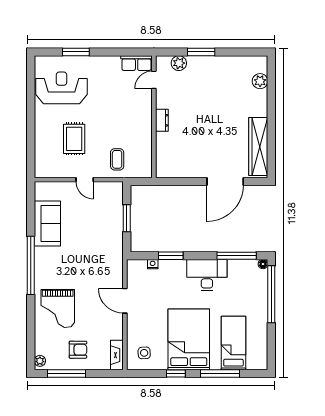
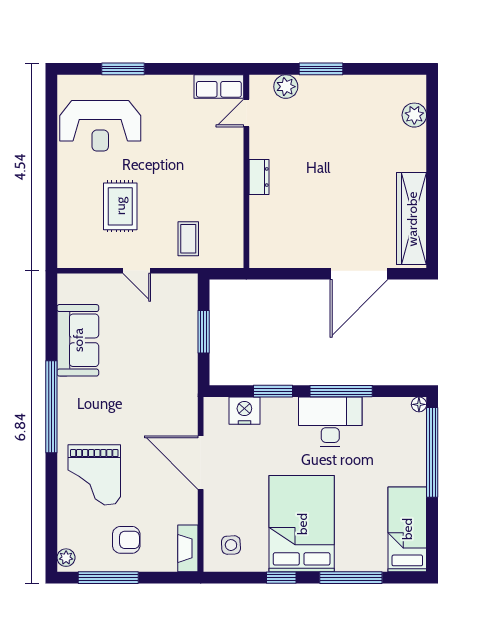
reception desk: (61, 88) -> (100, 126), turned 180
window: (237, 256) -> (341, 391), moved
nightstand: (153, 264) -> (244, 411), width x1.89, depth x1.79
door: (125, 301) -> (201, 463), width x1.36
bed: (233, 343) -> (407, 529), moved

